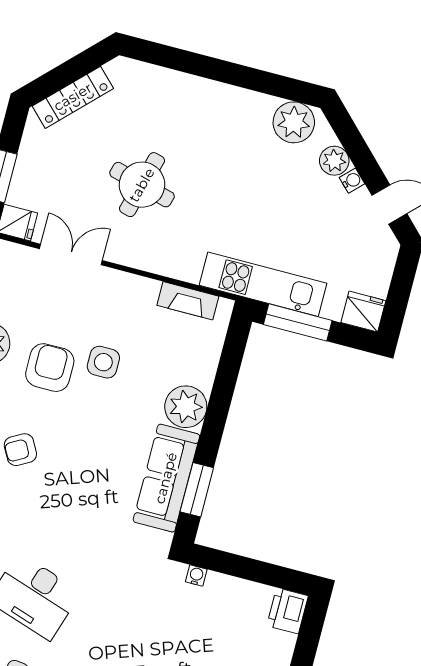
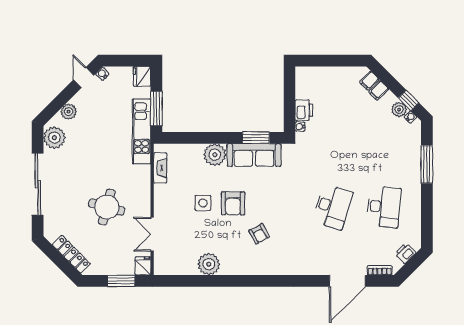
sliding door: (217, 70) -> (38, 184), added
water cooler: (352, 181) -> (102, 74), moved
armchair: (50, 368) -> (233, 203), moved, turned -90
printer: (288, 611) -> (304, 110), moved, turned -90

